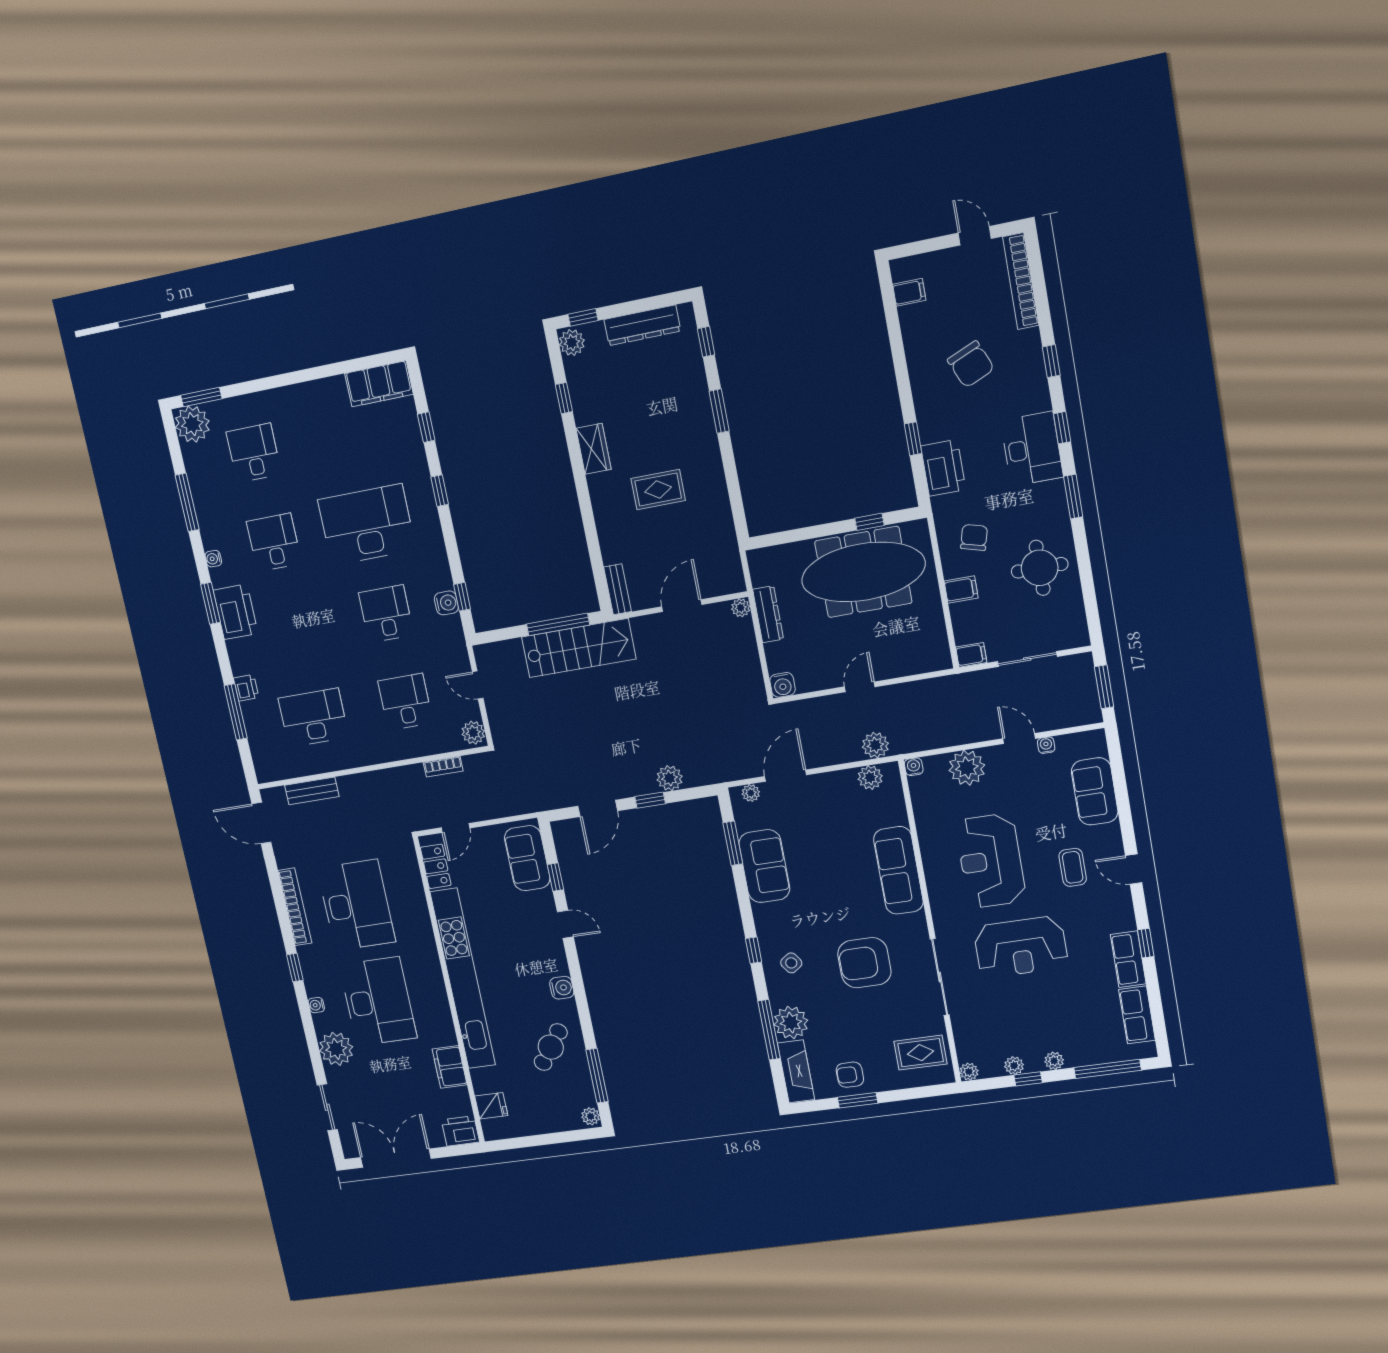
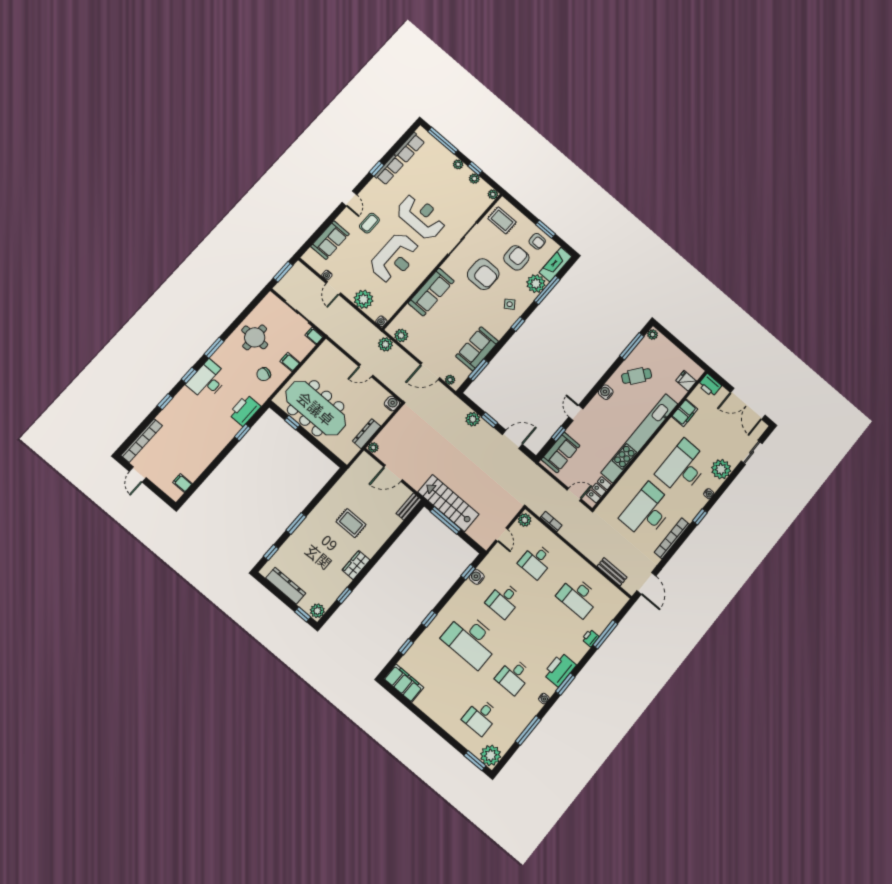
chair: (971, 364) -> (192, 433), removed
armchair: (850, 1027) -> (516, 258), added

